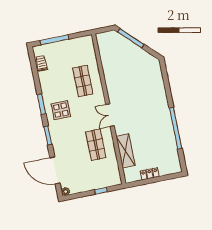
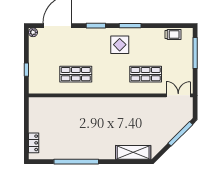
double door: (110, 115) -> (178, 95), moved
shelving: (125, 151) -> (133, 152), moved
locker: (150, 174) -> (34, 143), moved

